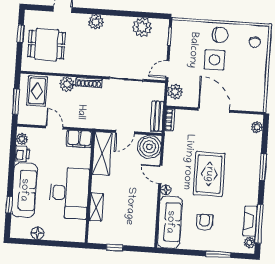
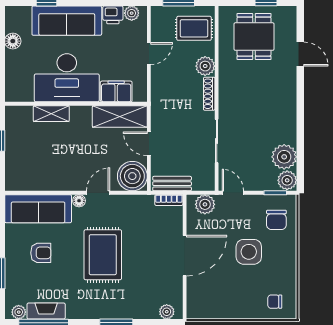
plant: (96, 22) -> (287, 180), moved
chair: (220, 35) -> (276, 220), moved
filing cabinet: (79, 139) -> (116, 91), moved, turned 90
rug: (209, 174) -> (103, 255), turned 90

